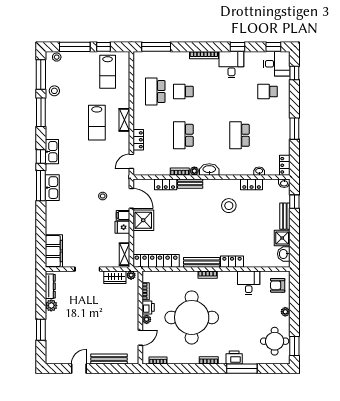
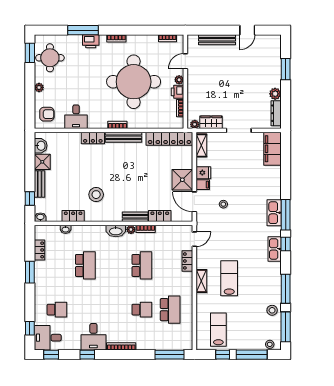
locker: (285, 165) -> (40, 250), moved

